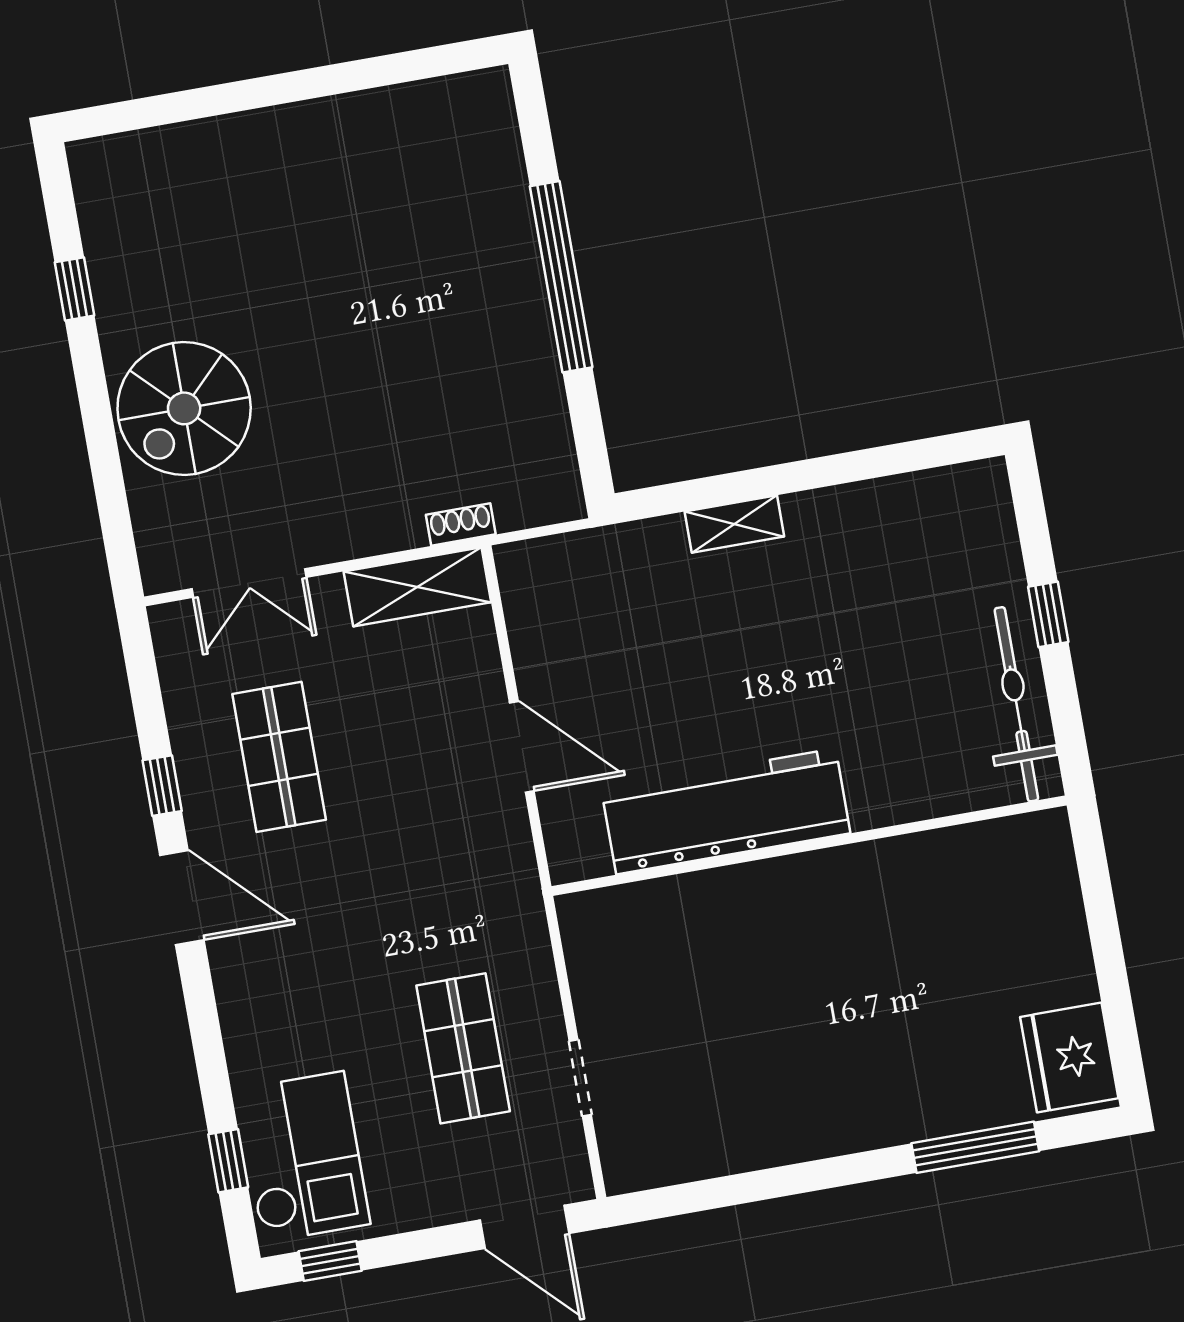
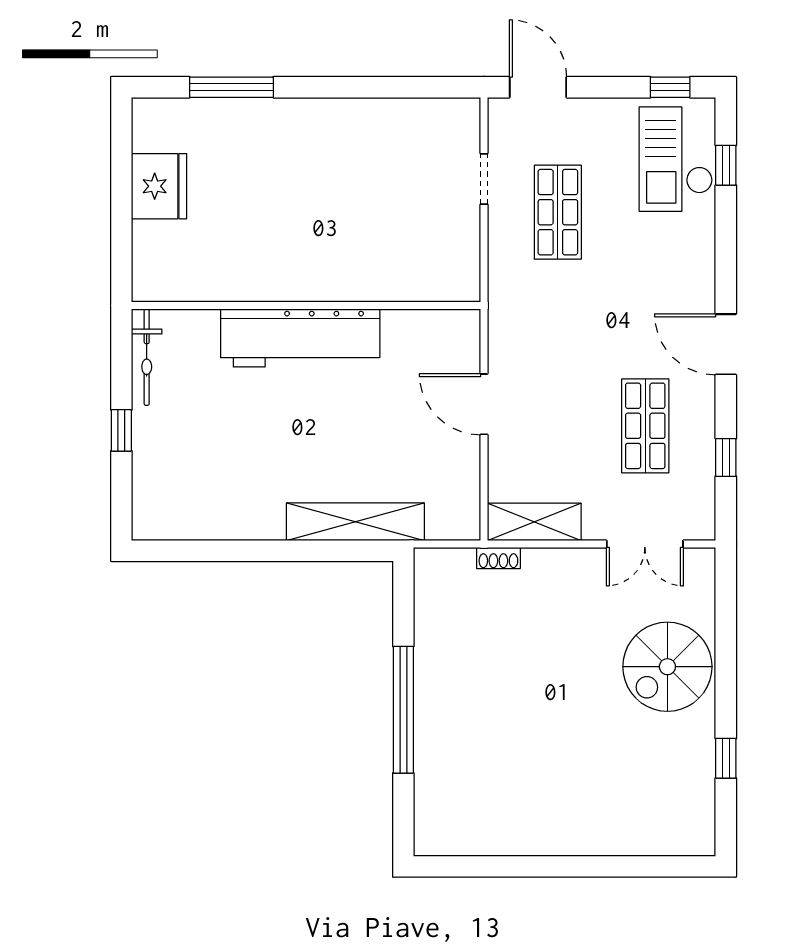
spiral stairs: (184, 408) -> (667, 667), turned 180
shelving: (734, 524) -> (355, 522), width x2.20, depth x1.33
double door: (249, 583) -> (645, 544), swing flipped
bicycle: (1016, 704) -> (147, 357), width x0.73, depth x0.71
window: (162, 786) -> (726, 457), moved
workbench: (726, 811) -> (300, 338), moved
fridge: (1069, 1058) -> (159, 186), moved

